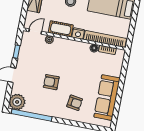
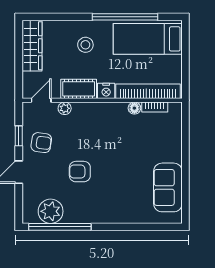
sofa: (107, 98) -> (168, 187), width x0.73
plant: (17, 102) -> (51, 211), moved
armchair: (75, 103) -> (41, 143), moved

